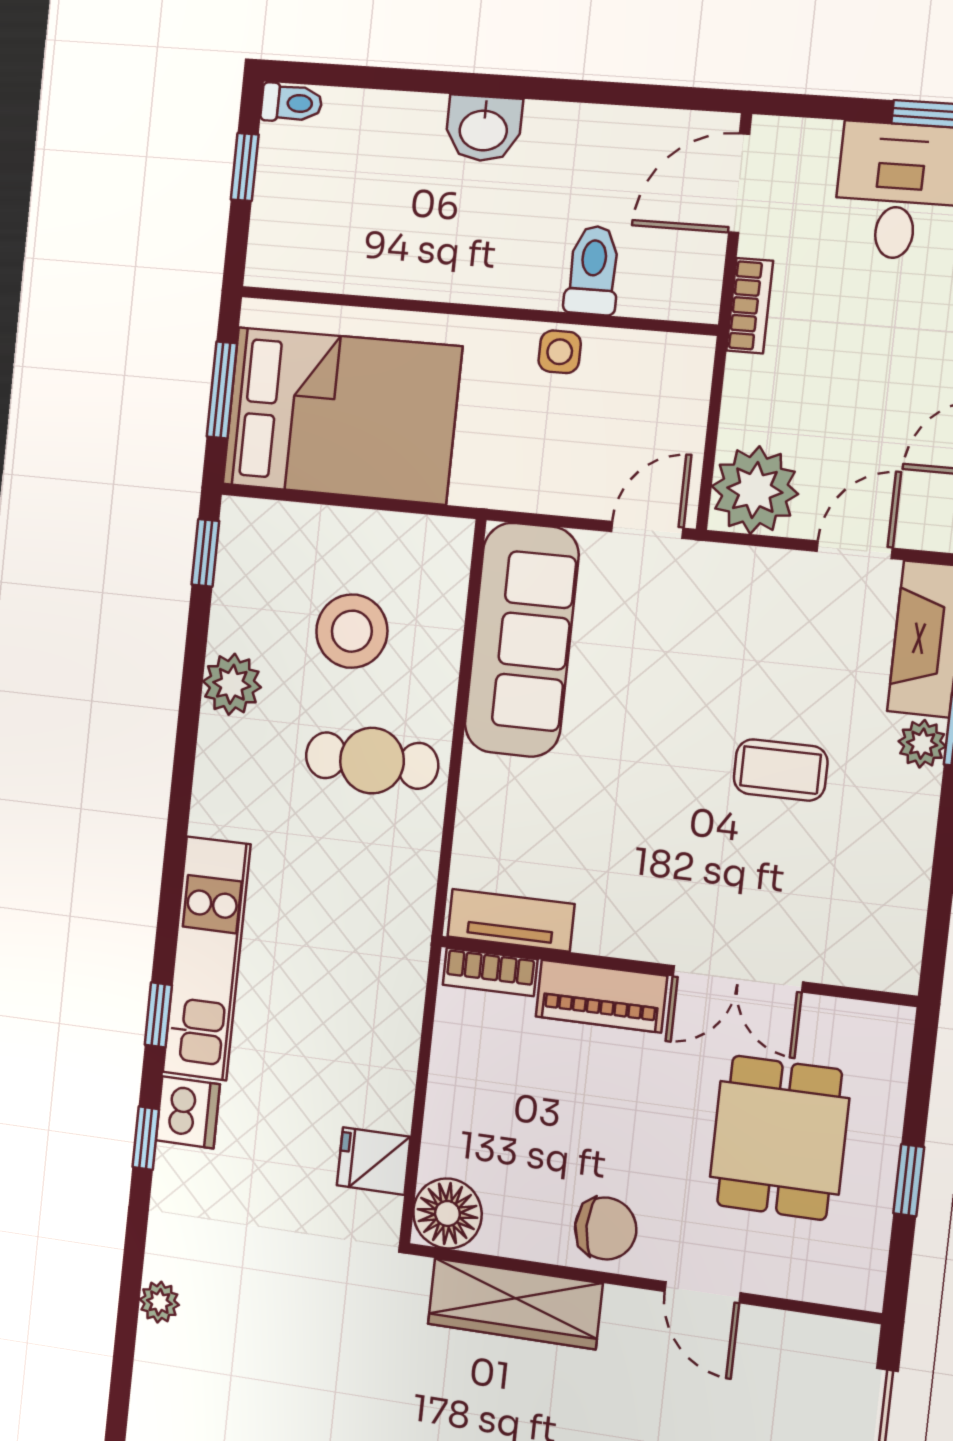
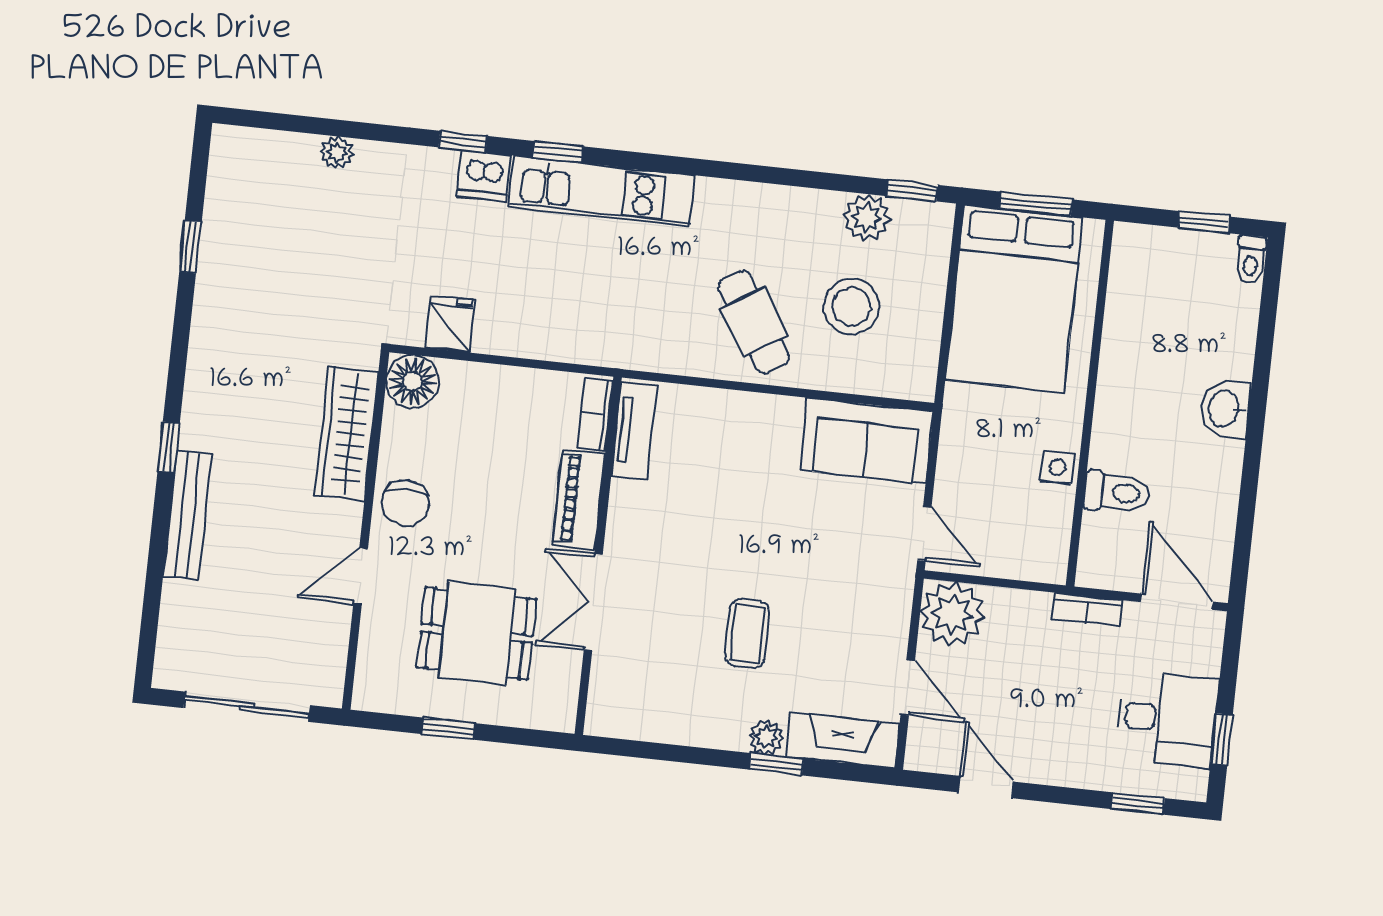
sofa: (522, 640) -> (867, 441), width x0.73
plant: (232, 684) -> (867, 217), moved
cafe table: (372, 761) -> (754, 322), turned -32

